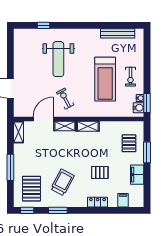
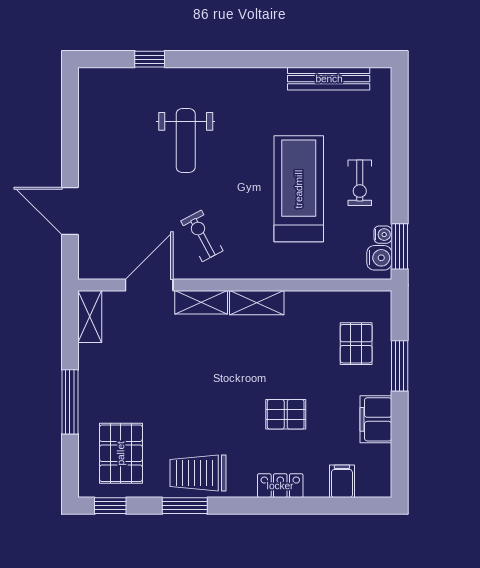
weight bench: (58, 59) -> (186, 140), width x0.73, depth x0.75
treadmill: (105, 79) -> (299, 189), turned 180
trolley: (62, 182) -> (198, 473), moved, turned -118

